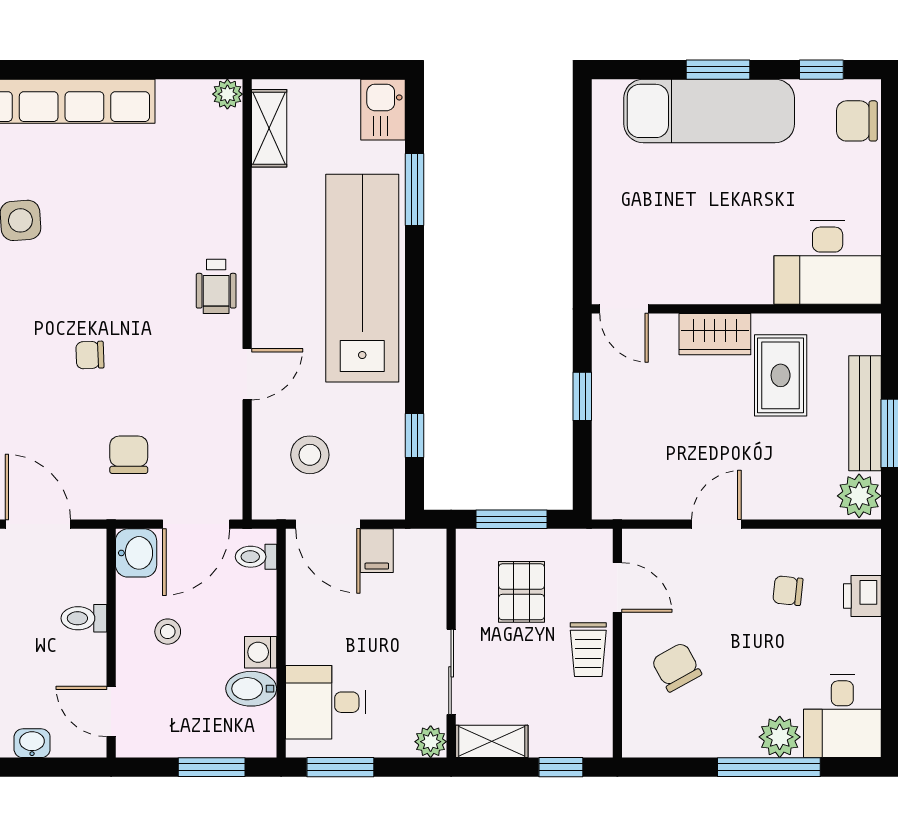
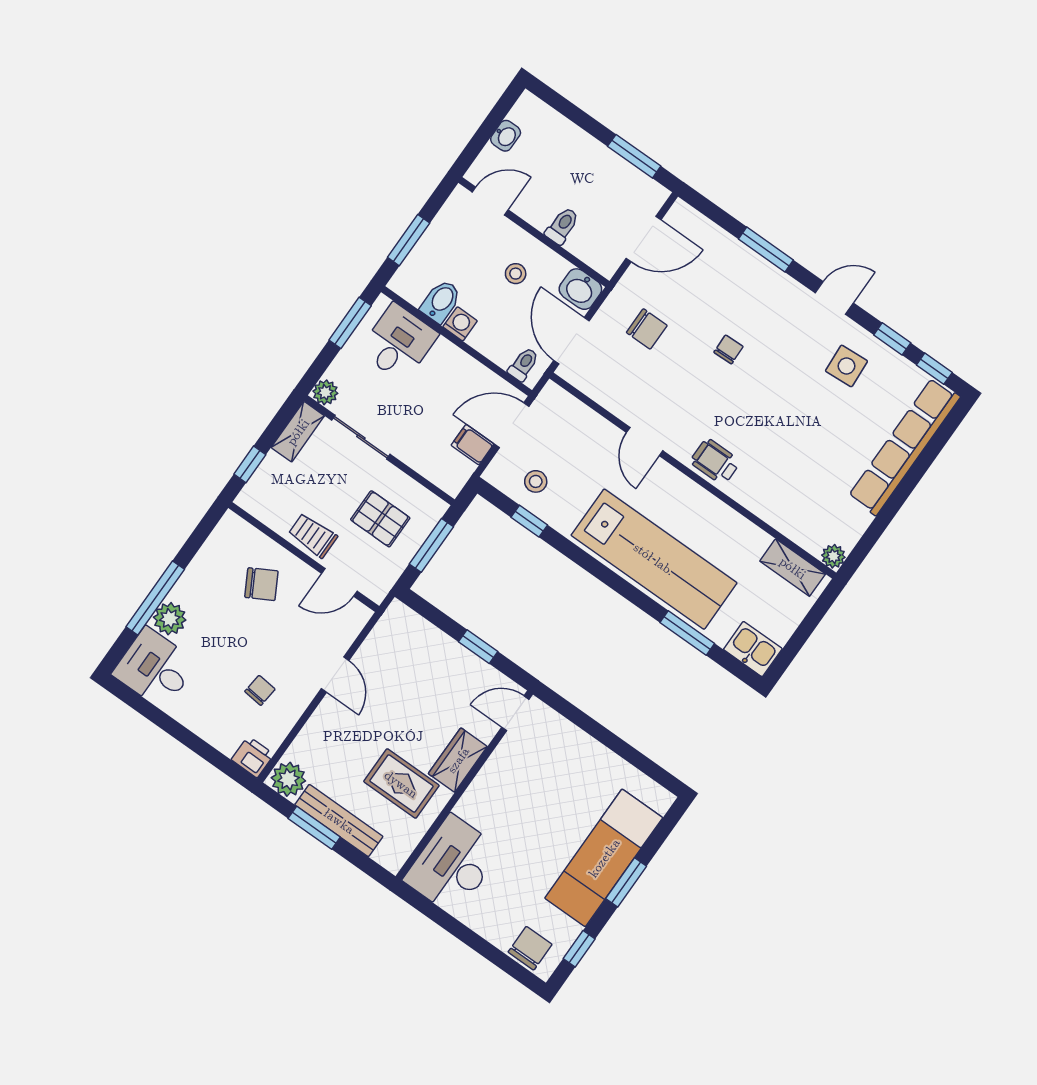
stool: (310, 455) -> (536, 481), moved, width x0.73, depth x0.73
printer: (862, 596) -> (253, 757), moved

